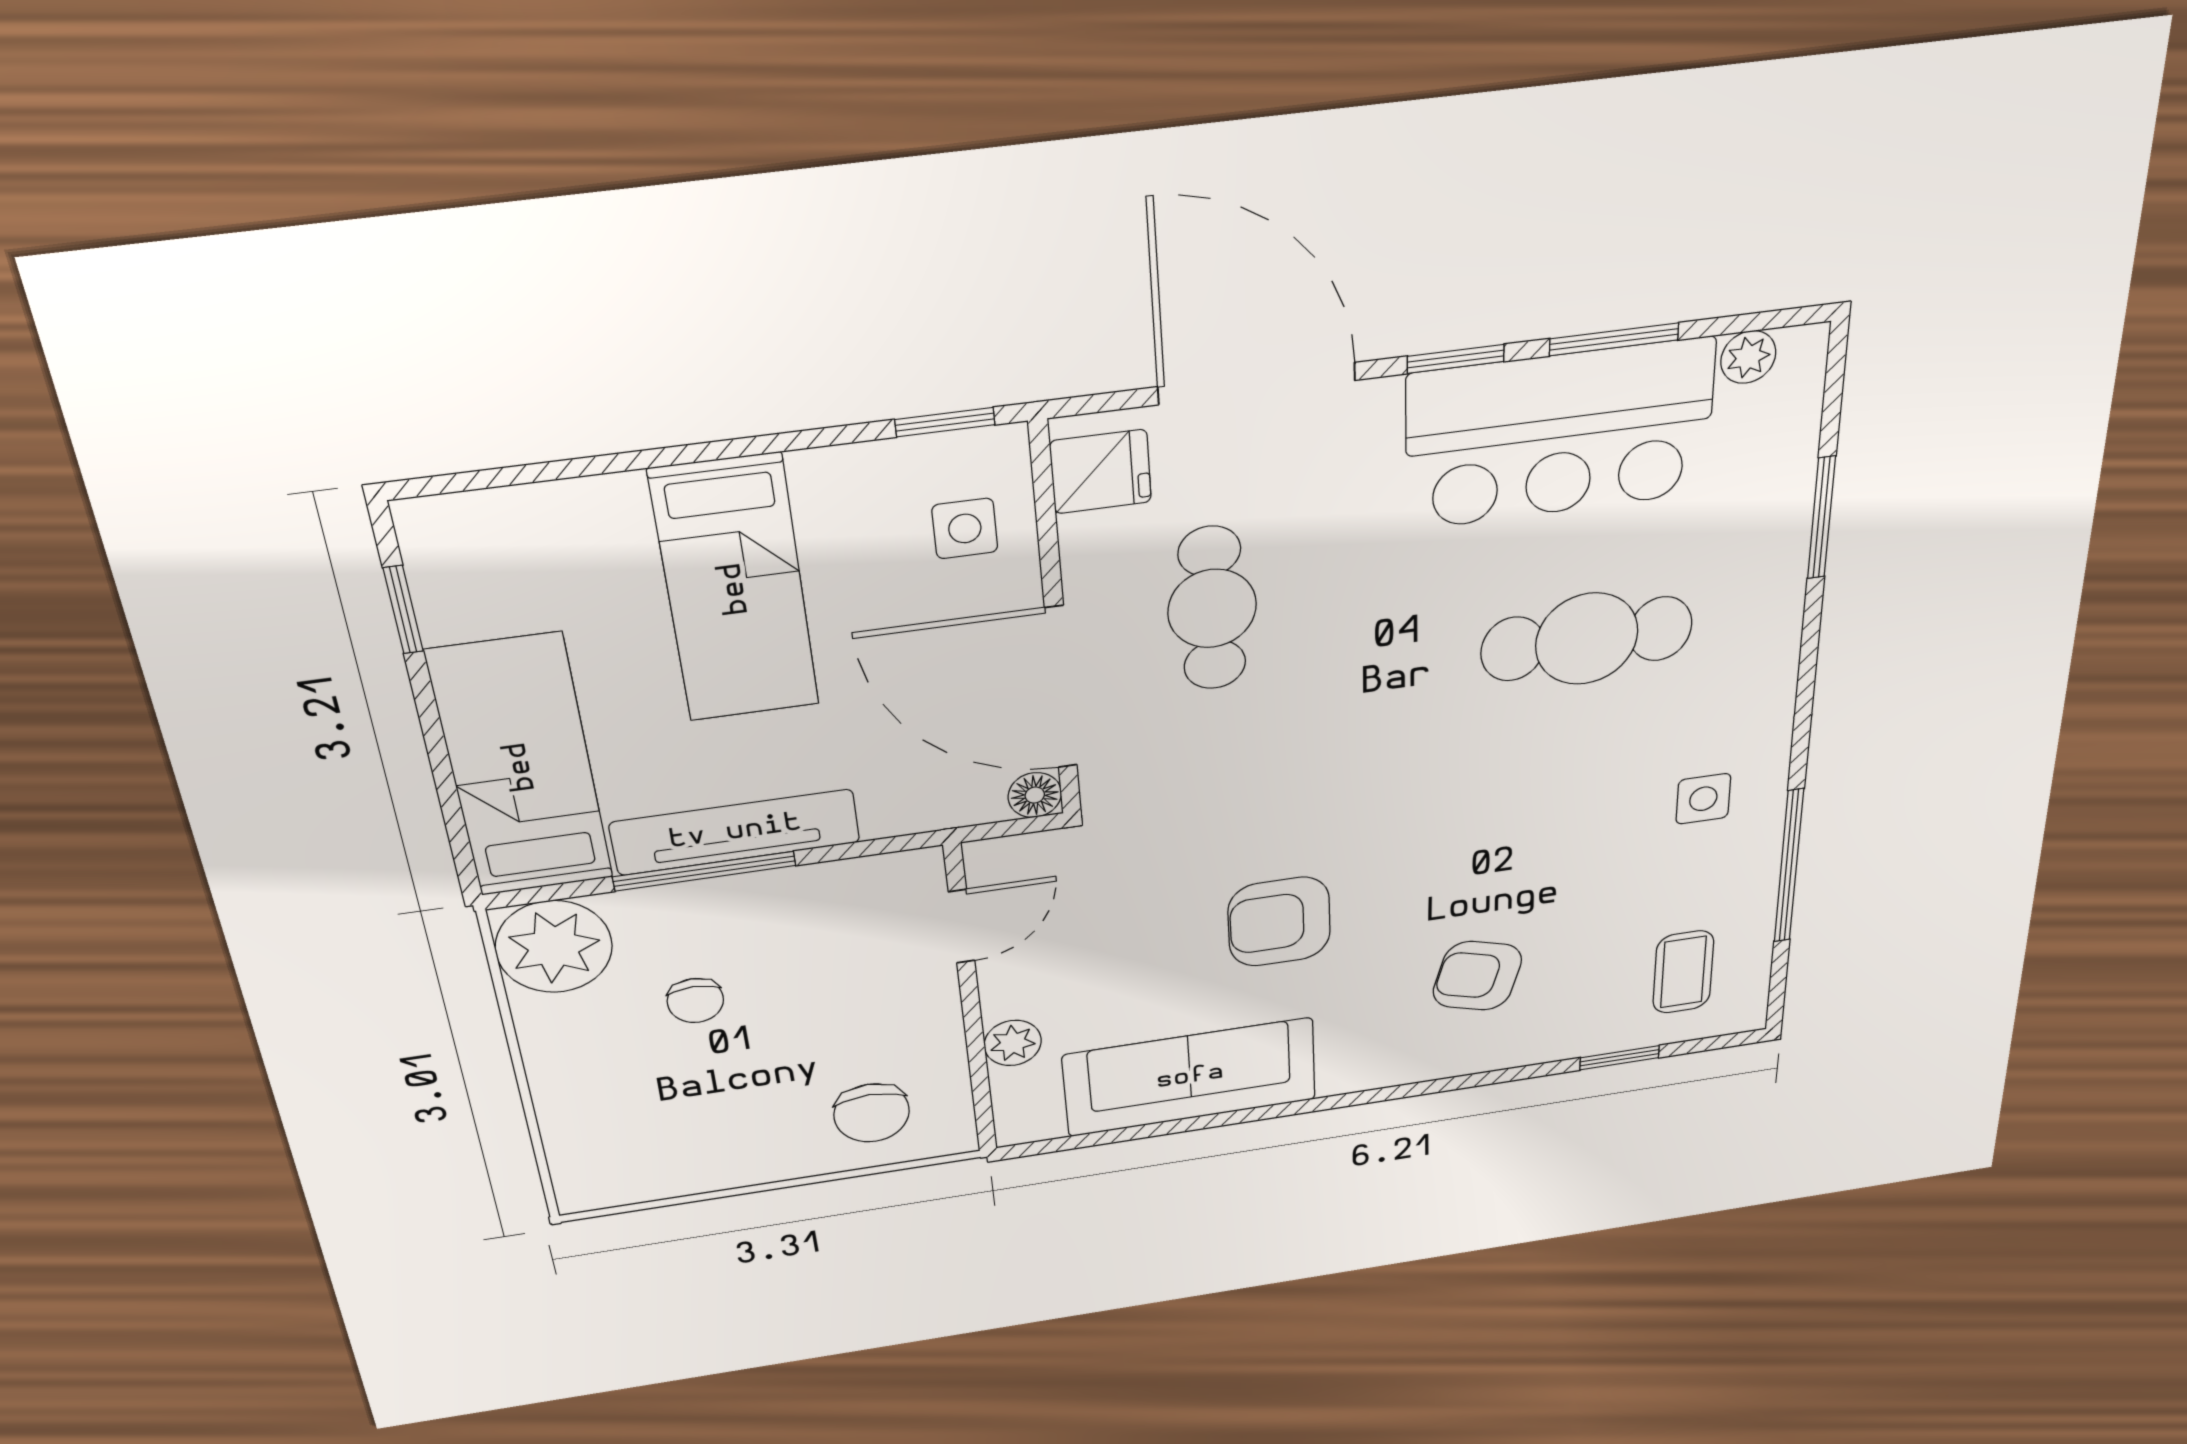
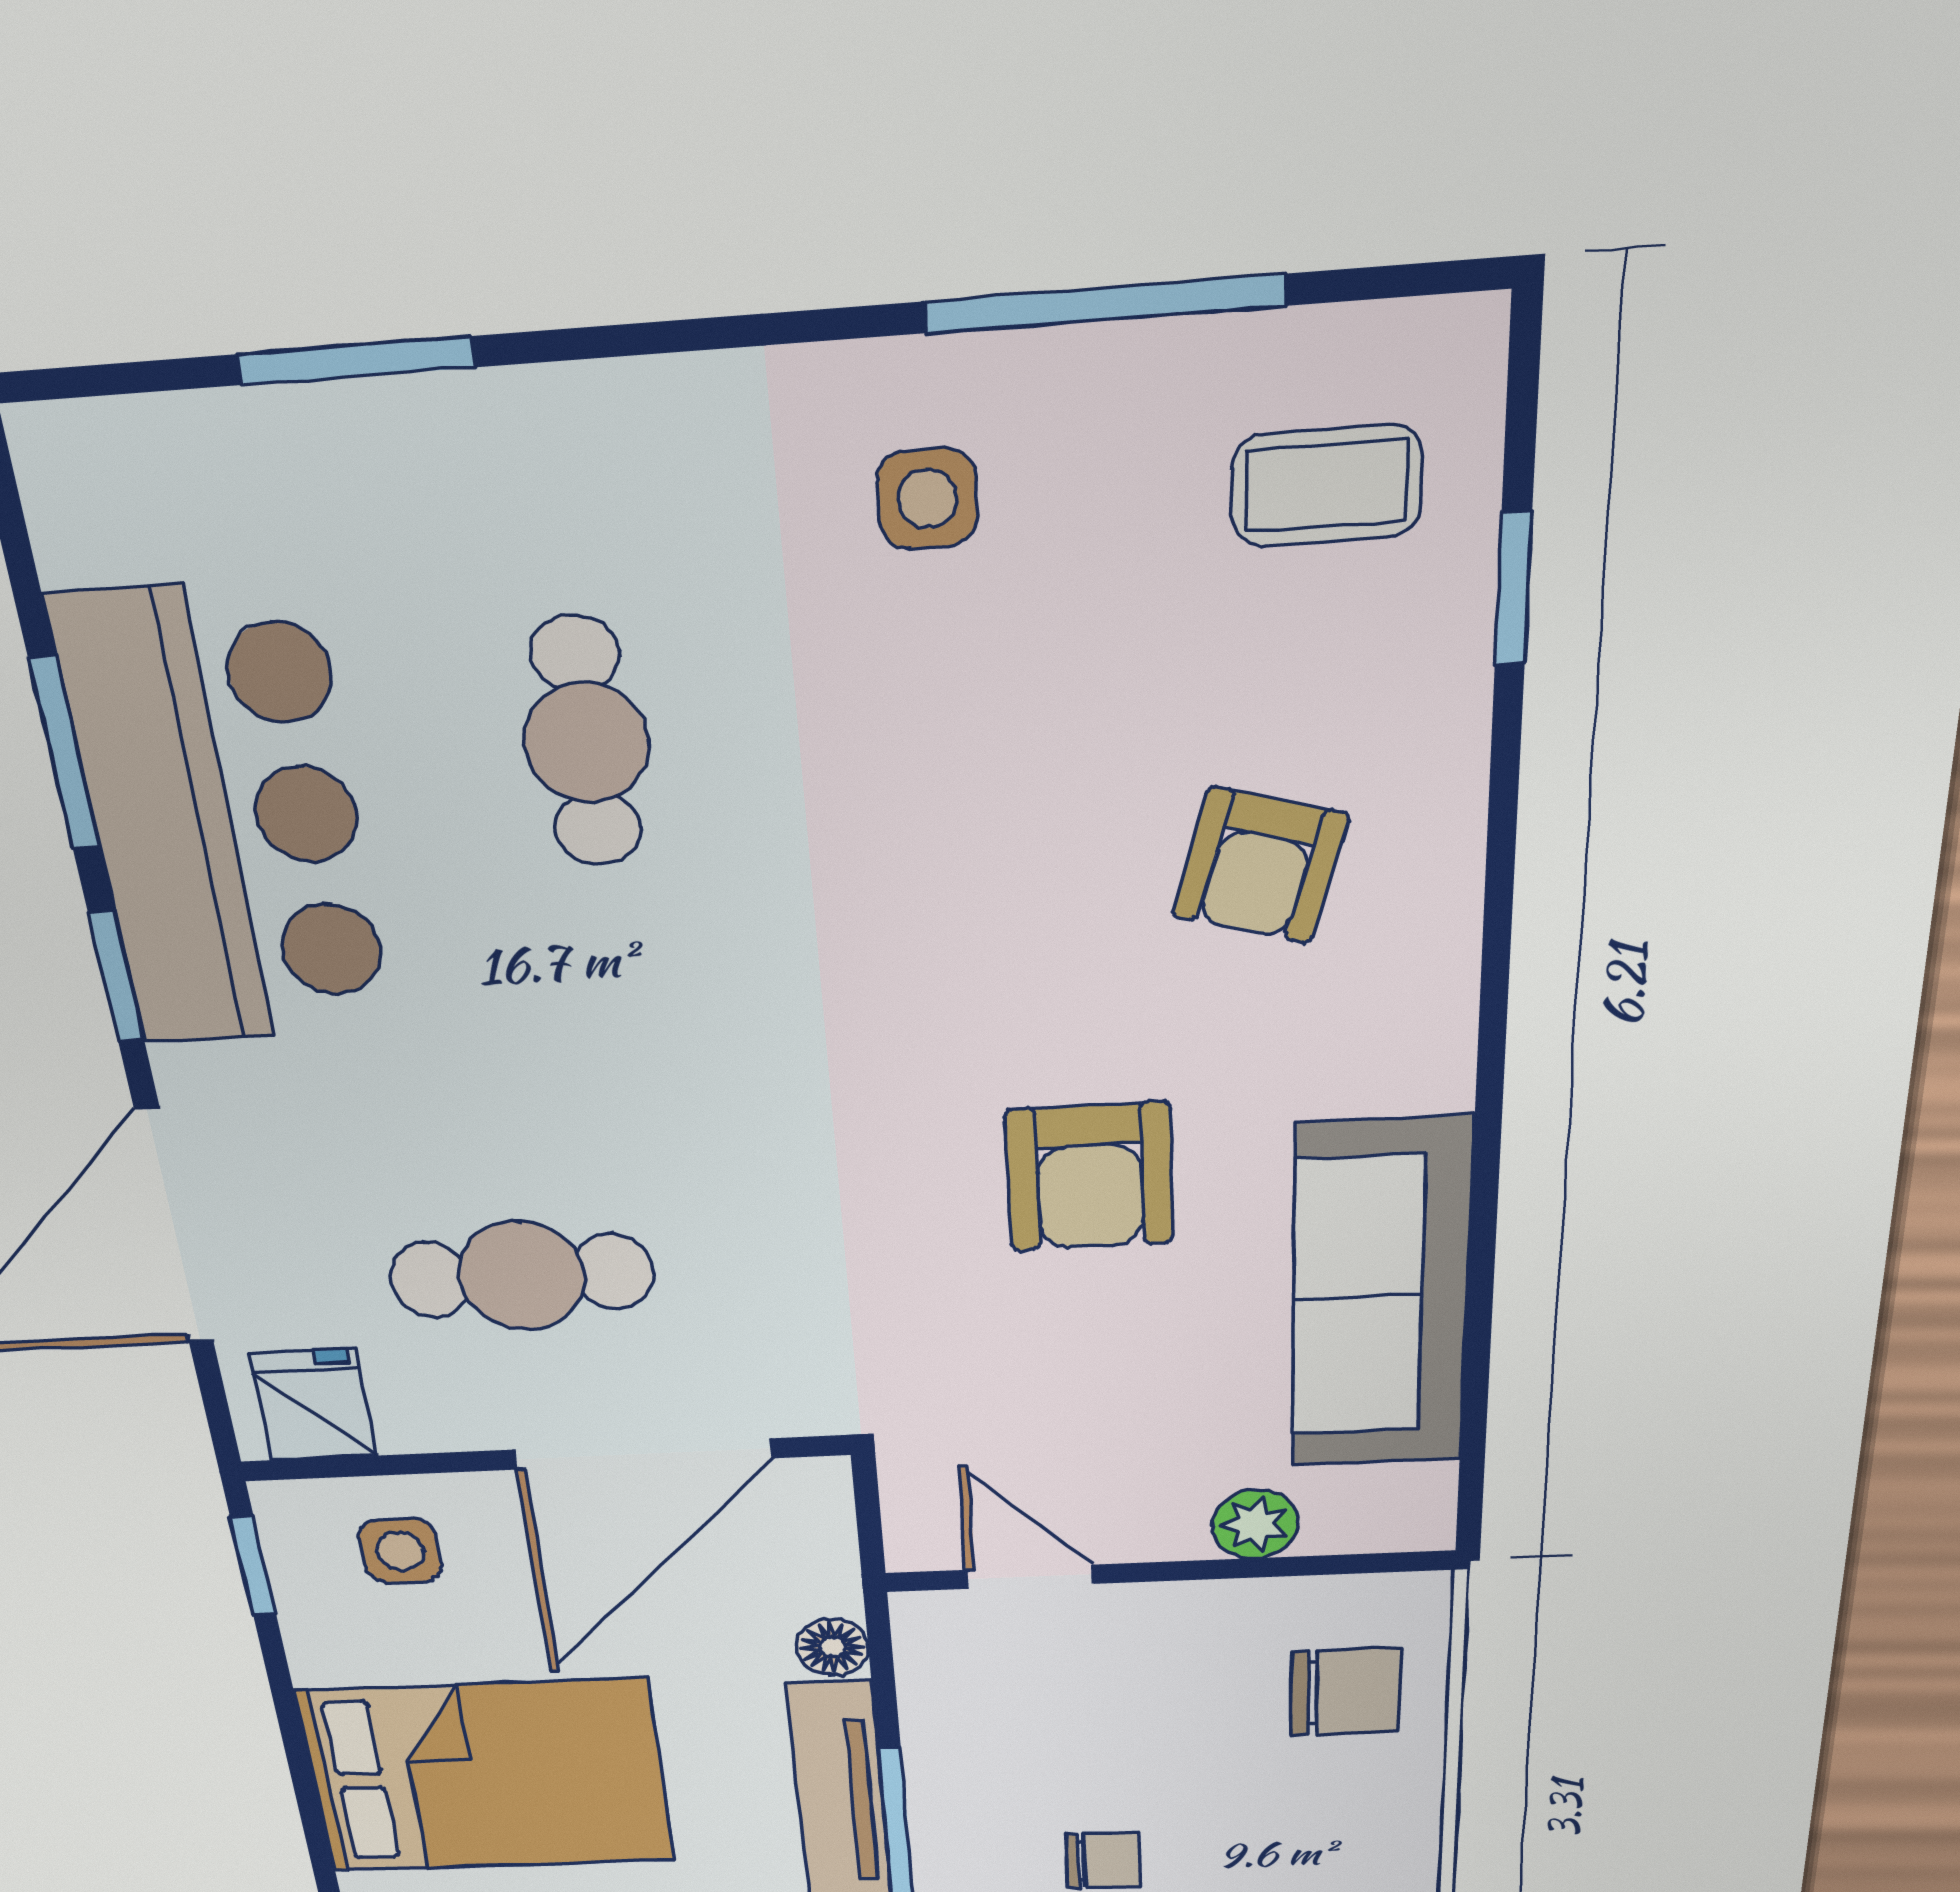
plant: (1748, 357) -> (73, 536), removed
bed: (735, 589) -> (487, 1777), width x1.50
cafe table: (1587, 639) -> (586, 742), width x0.73, depth x0.74
floor lamp: (1035, 795) -> (832, 1647), moved

